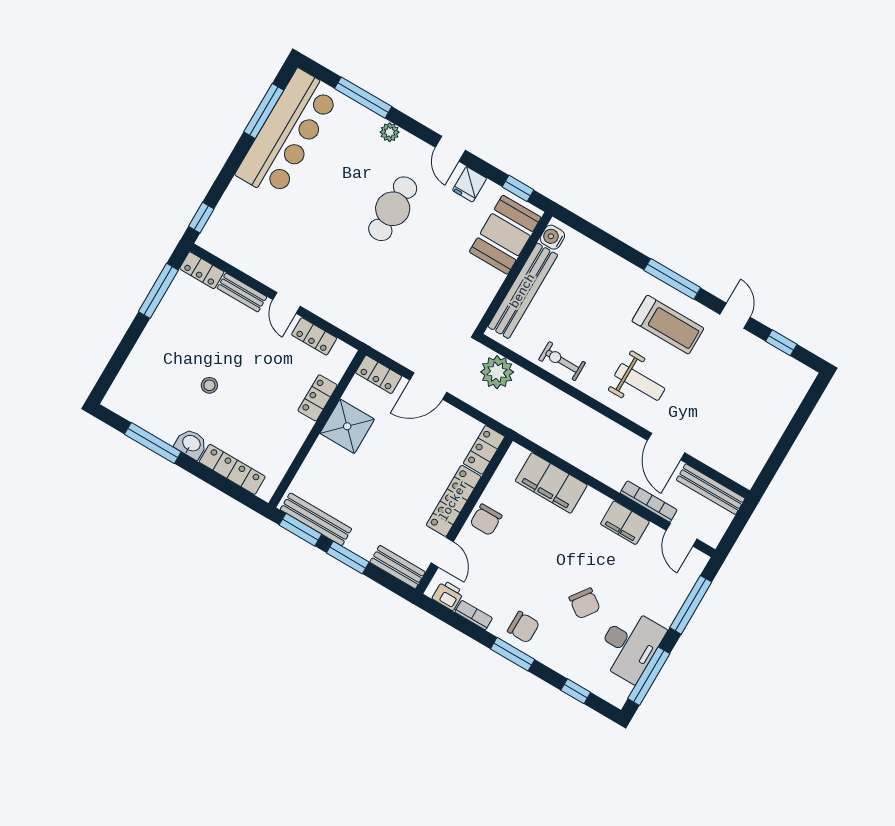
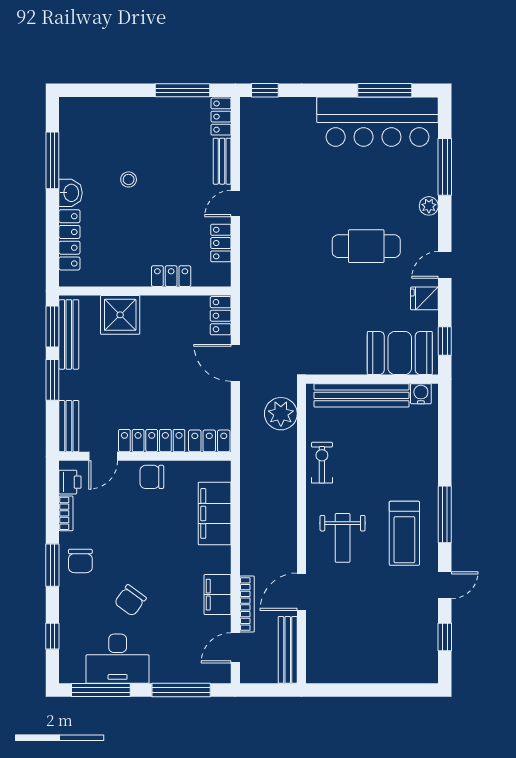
shower: (347, 426) -> (120, 315), moved

